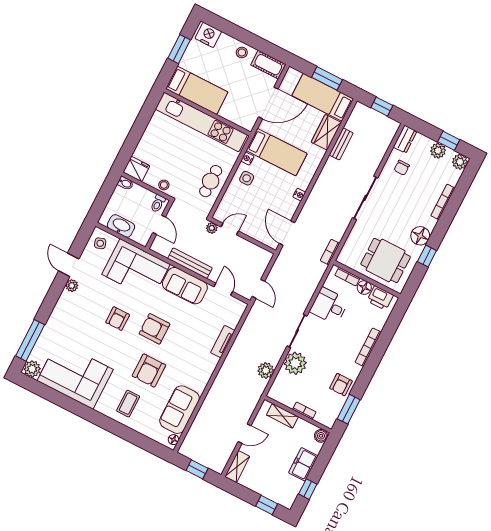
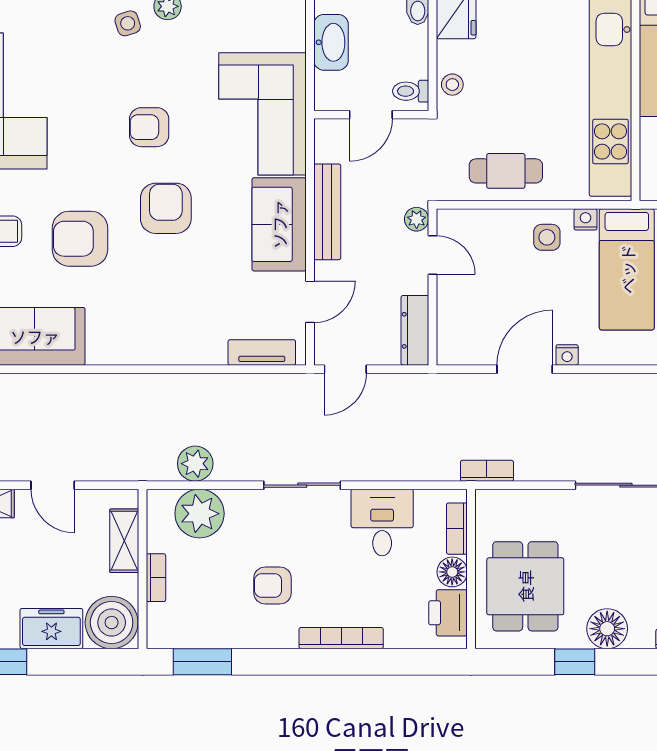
door: (287, 233) -> (525, 369), moved
side table: (100, 243) -> (128, 23), moved
dresser: (257, 252) -> (415, 330), added
tv unit: (223, 342) -> (262, 352), moved
plant: (295, 363) -> (200, 514), moved
armchair: (341, 385) -> (273, 585), moved
boiler: (321, 436) -> (112, 623), width x1.86, depth x1.86

